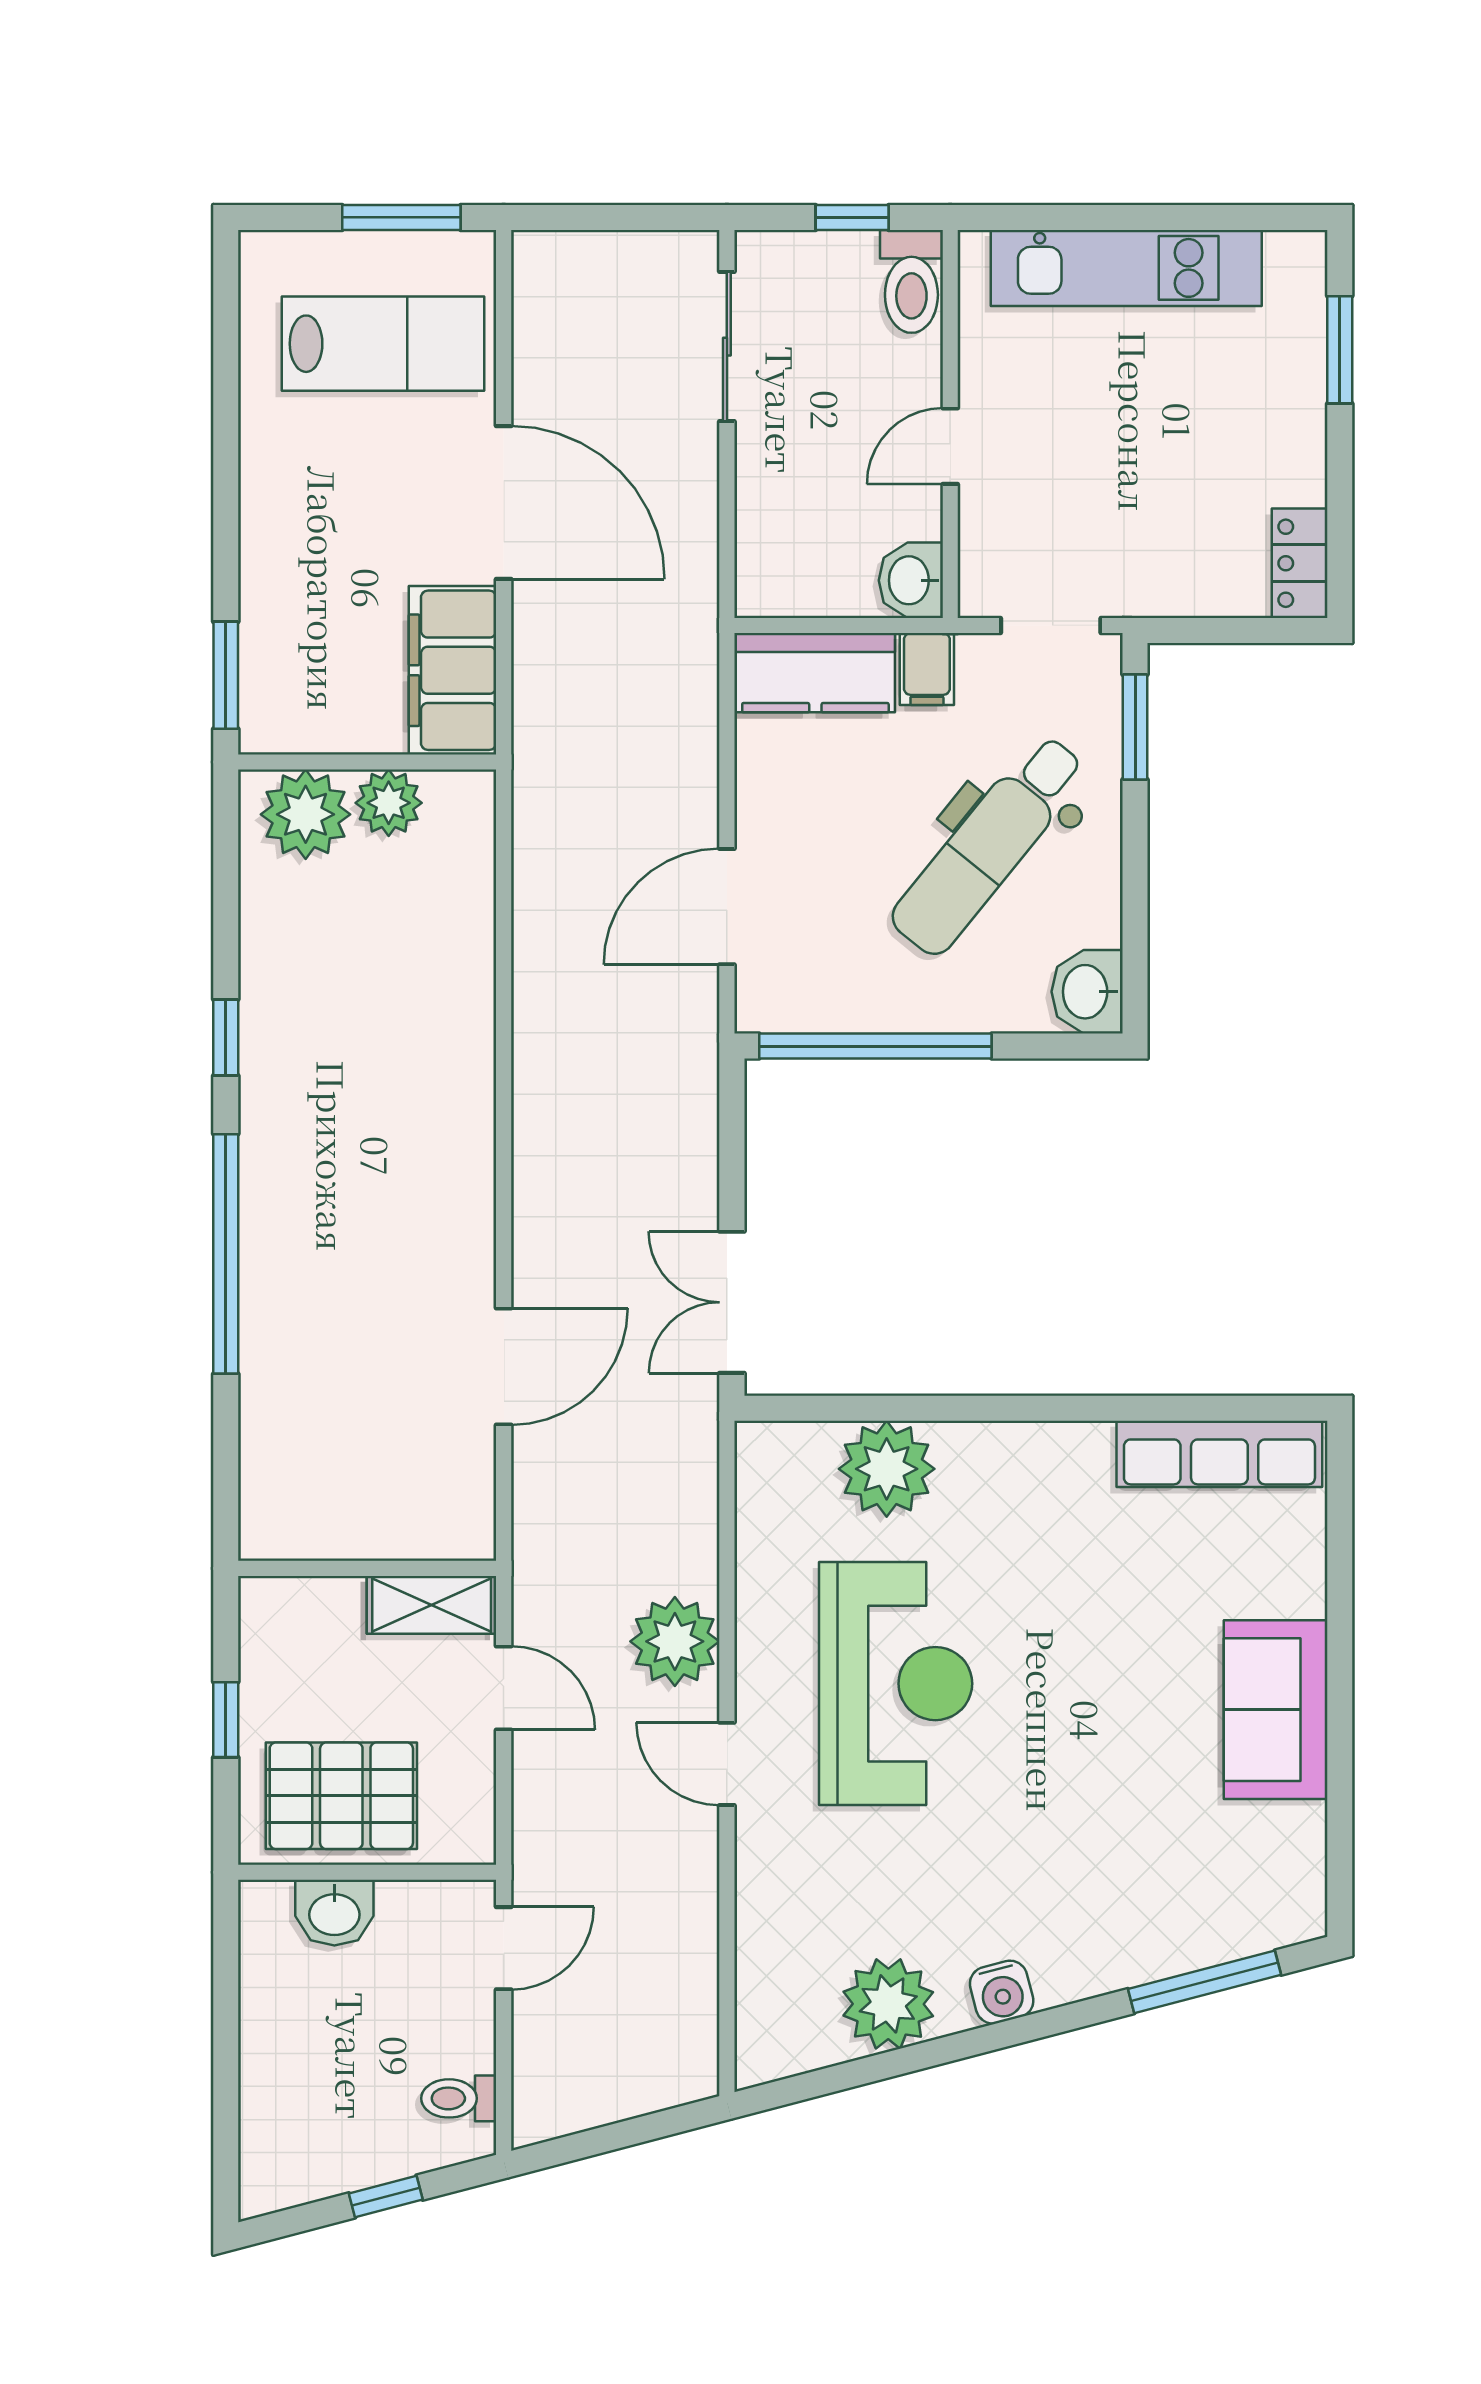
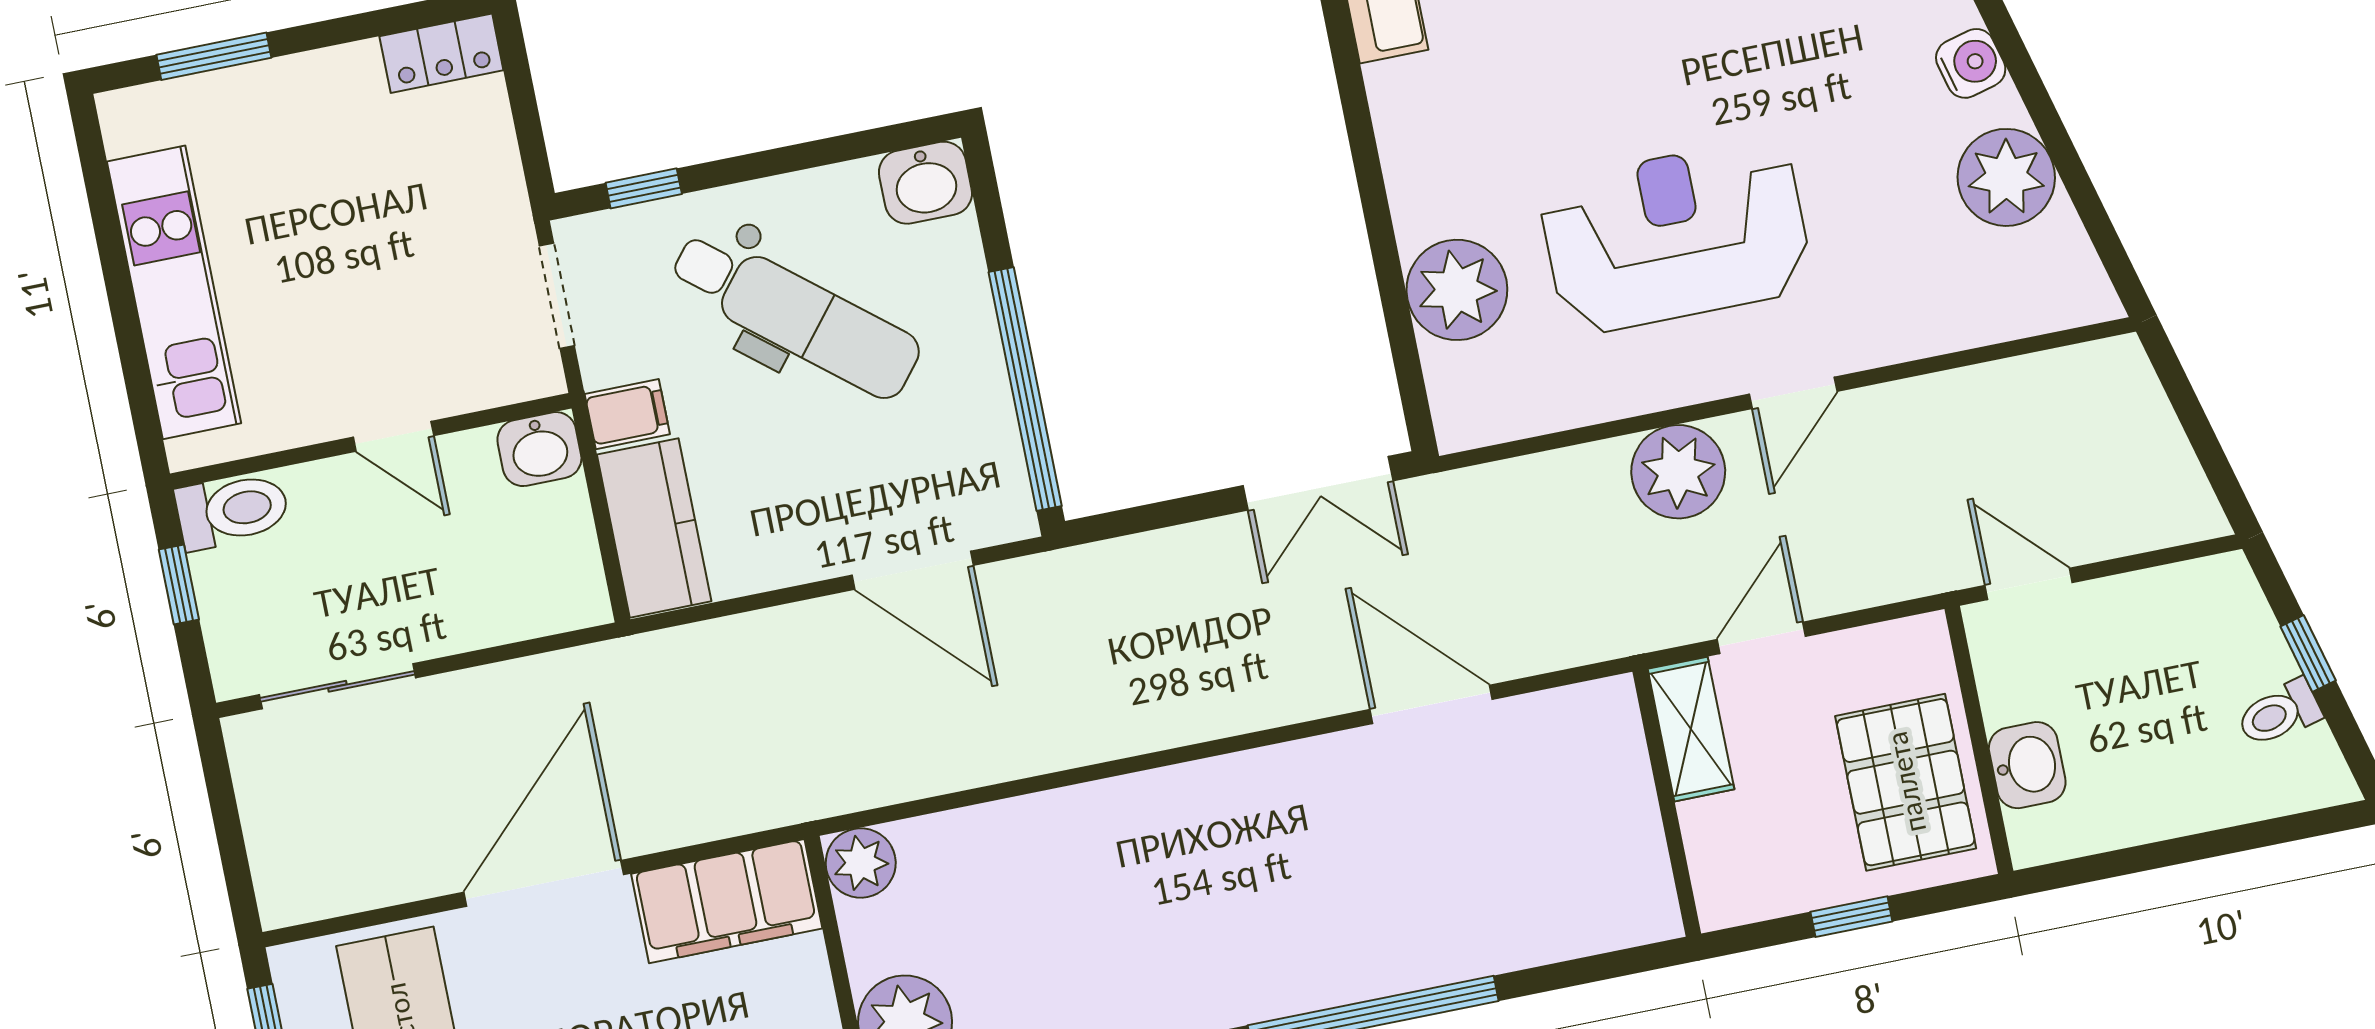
window: (1135, 727) -> (644, 188), width x0.67
plant: (389, 803) -> (861, 863), moved
toilet: (459, 2098) -> (2279, 713), moved, turned 75

